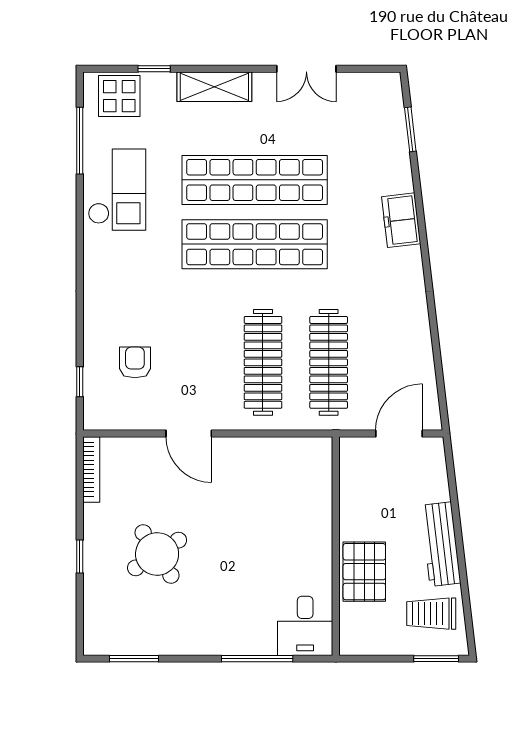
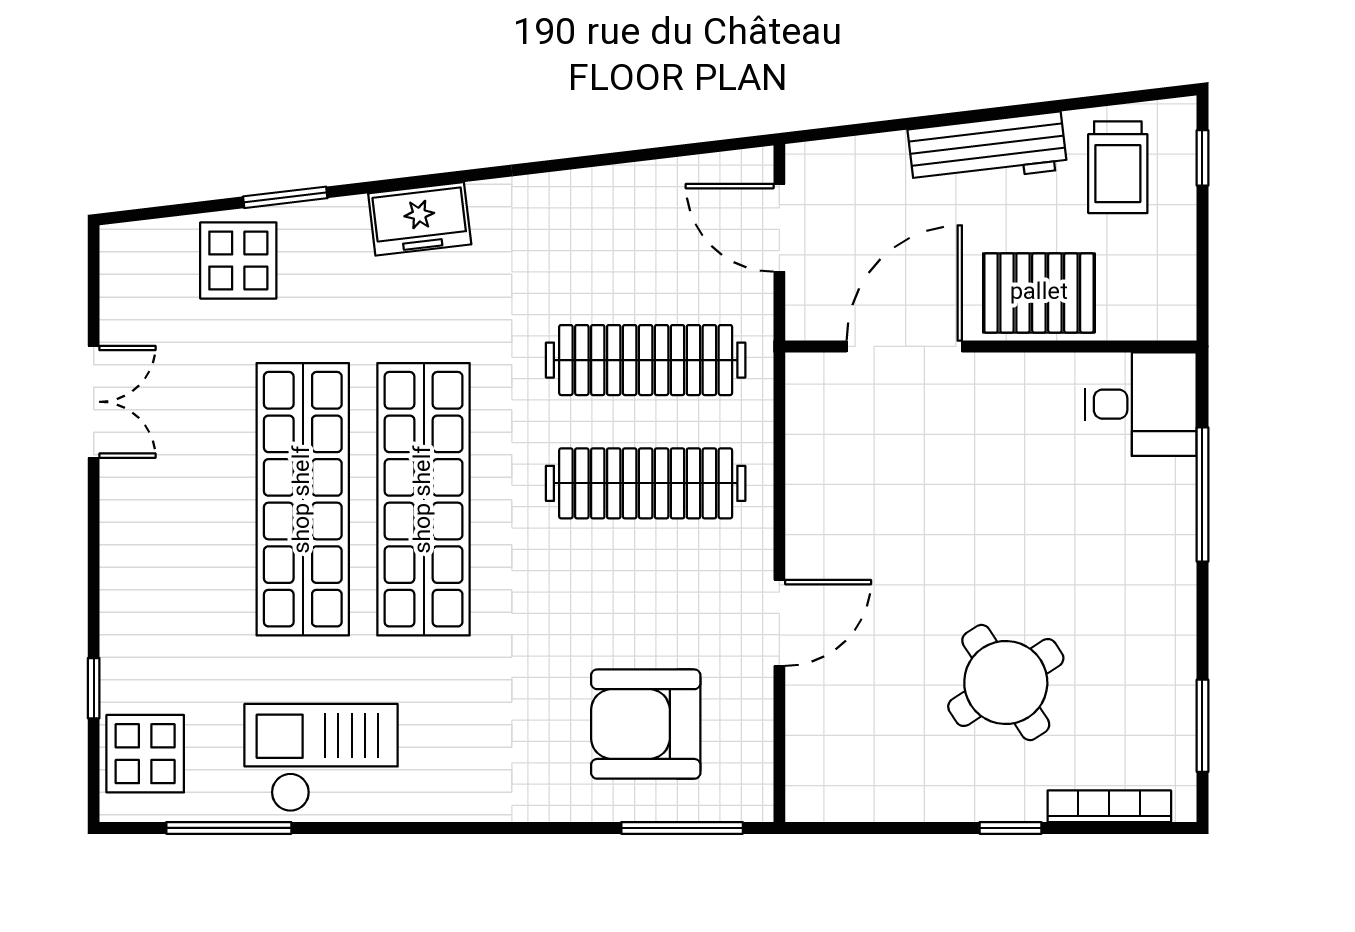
shelving: (214, 87) -> (128, 575), removed
window: (410, 129) -> (285, 197), moved
display table: (382, 146) -> (238, 261), added
freezer: (401, 220) -> (420, 219), moved
armchair: (135, 362) -> (646, 724), width x1.88, depth x1.88
window: (80, 382) -> (682, 828), width x2.17
bookcase: (91, 469) -> (1109, 806), moved
door: (336, 500) -> (904, 346), added
window: (436, 659) -> (1202, 158), width x0.67

